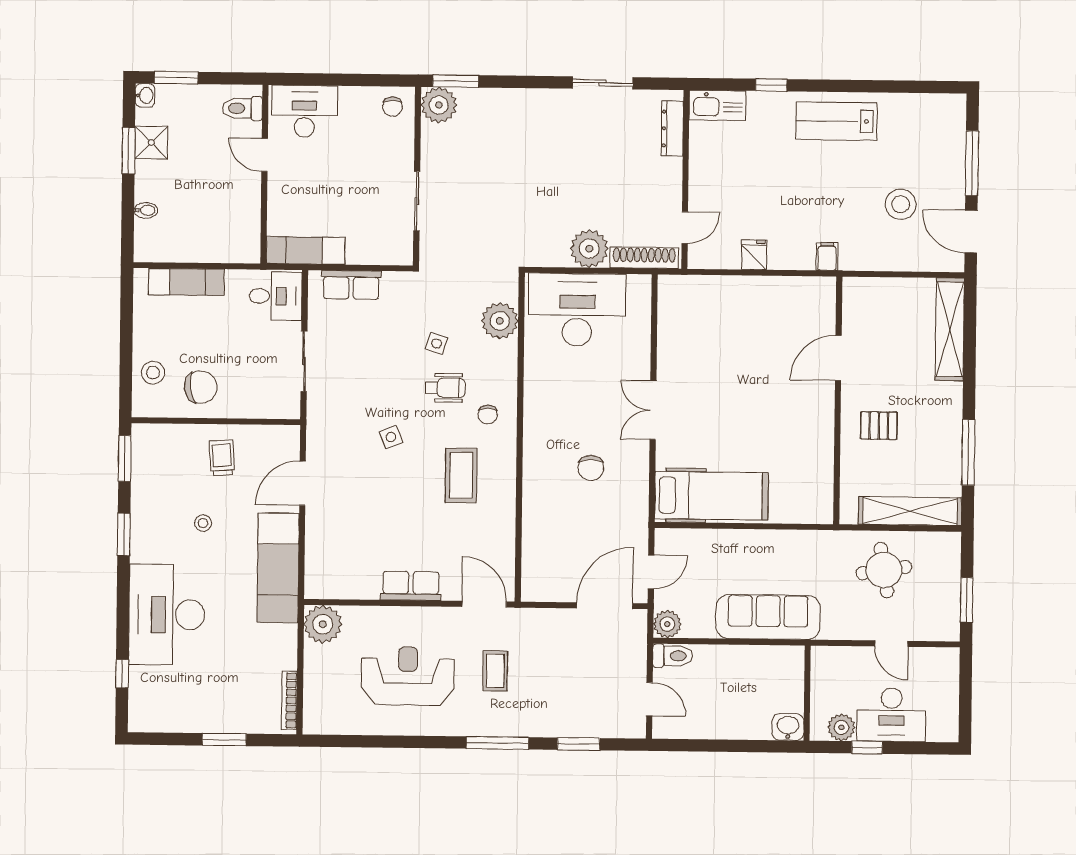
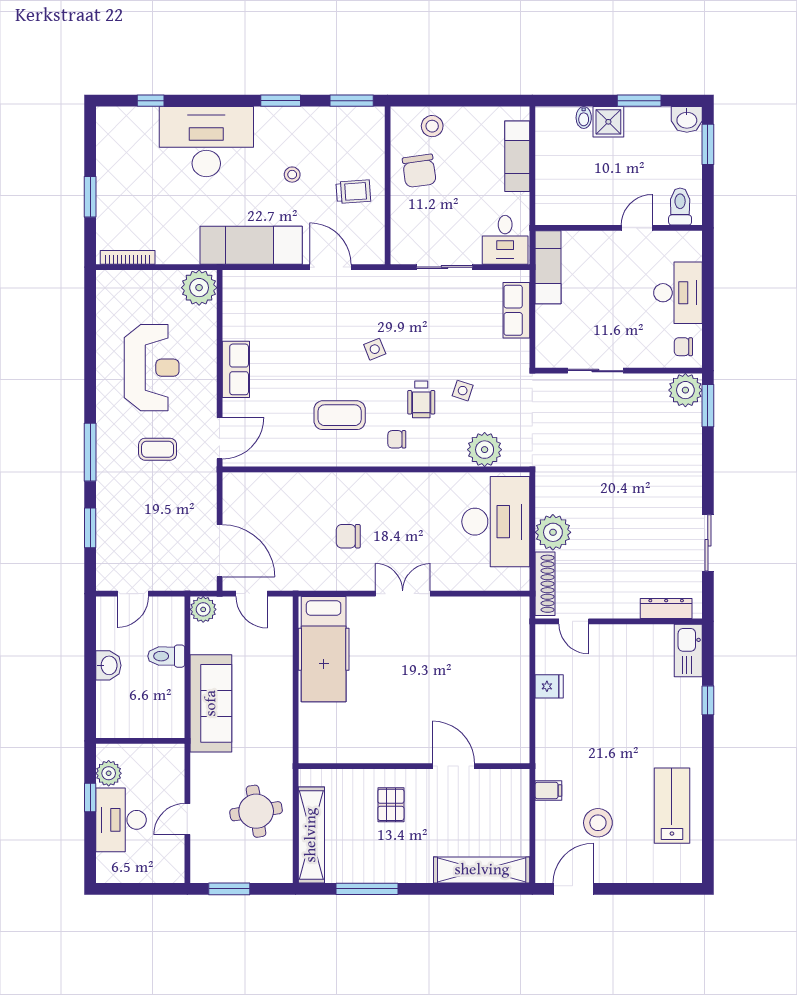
washbasin: (145, 95) -> (687, 119), width x1.38, depth x1.45
desk: (304, 111) -> (678, 293), moved
lab bench: (836, 121) -> (672, 806), moved
shower: (151, 143) -> (608, 122), moved
window: (972, 163) -> (637, 889), removed
filing cabinet: (827, 256) -> (548, 791), moved
toilet: (673, 656) -> (166, 656), moved, turned 90
washbasin: (788, 727) -> (108, 665), moved

